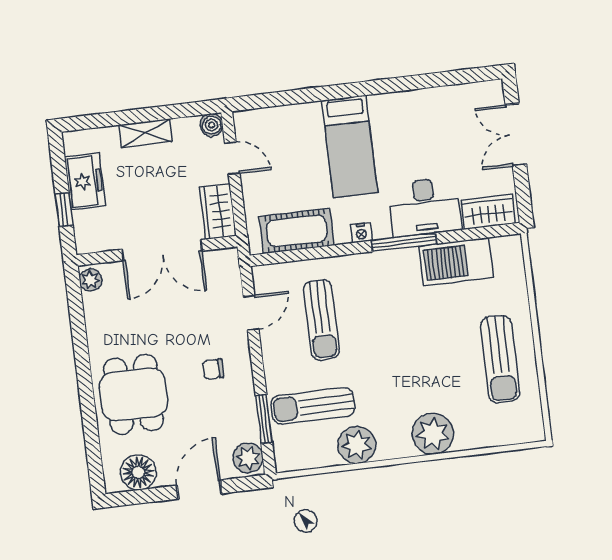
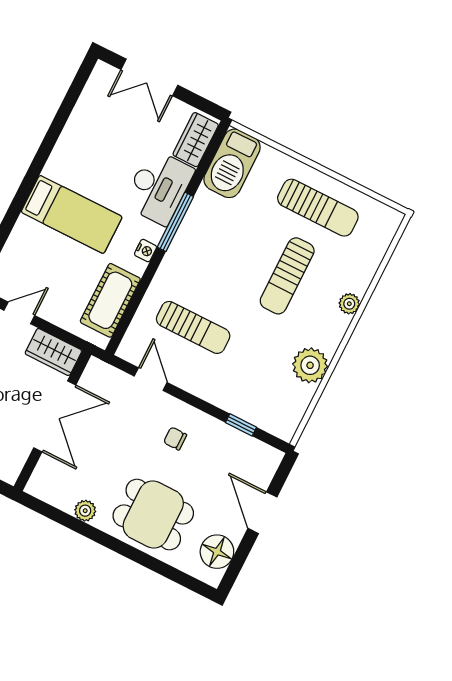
barbecue: (456, 262) -> (232, 163), moved
plant: (91, 280) -> (85, 511), moved
chair: (213, 369) -> (175, 438), turned 90
sun lounger: (313, 406) -> (287, 276), moved
window: (264, 419) -> (241, 425), width x0.67
plant: (433, 434) -> (349, 304), width x0.53, depth x0.53
plant: (248, 458) -> (263, 458), removed

